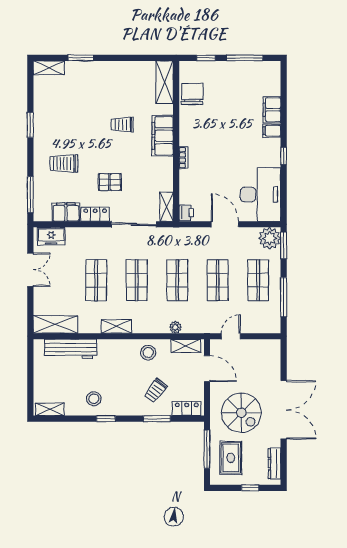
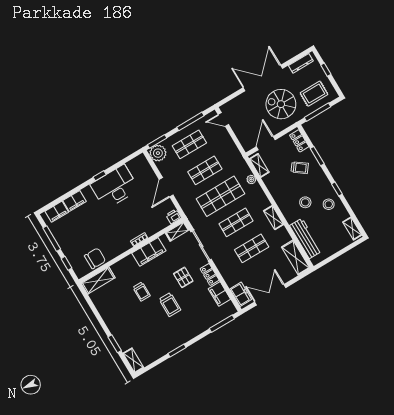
chair: (192, 94) -> (95, 258), turned 180
filing cabinet: (272, 131) -> (57, 212), moved, width x2.00
filing cabinet: (163, 136) -> (149, 252), moved
trolley: (64, 164) -> (170, 305), moved
desk: (261, 194) -> (115, 187), moved
double door: (30, 270) -> (270, 295), width x1.37
shop shelf: (177, 280) -> (220, 196), width x1.43, depth x1.36
door: (231, 336) -> (223, 120), moved
stool: (148, 353) -> (305, 202), moved
spiral stairs: (241, 413) -> (281, 104), turned -90

